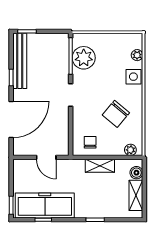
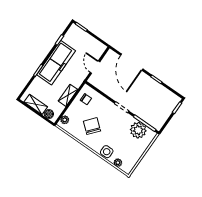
bench: (20, 61) -> (163, 91), removed
door: (46, 157) -> (95, 67), hinge flipped
freezer: (45, 205) -> (56, 63), moved

